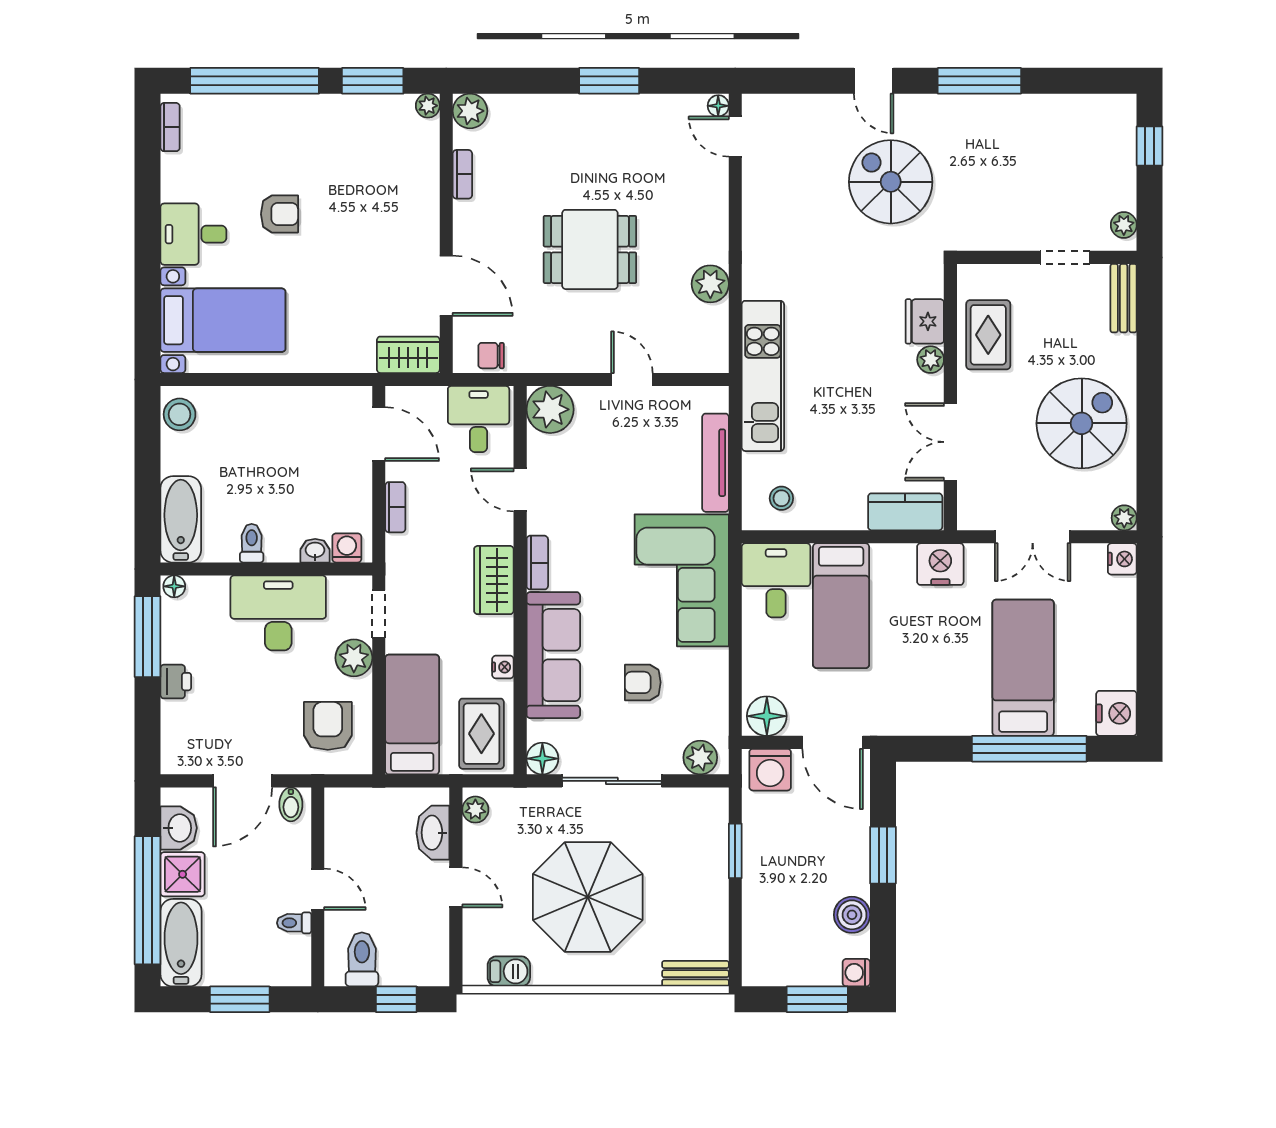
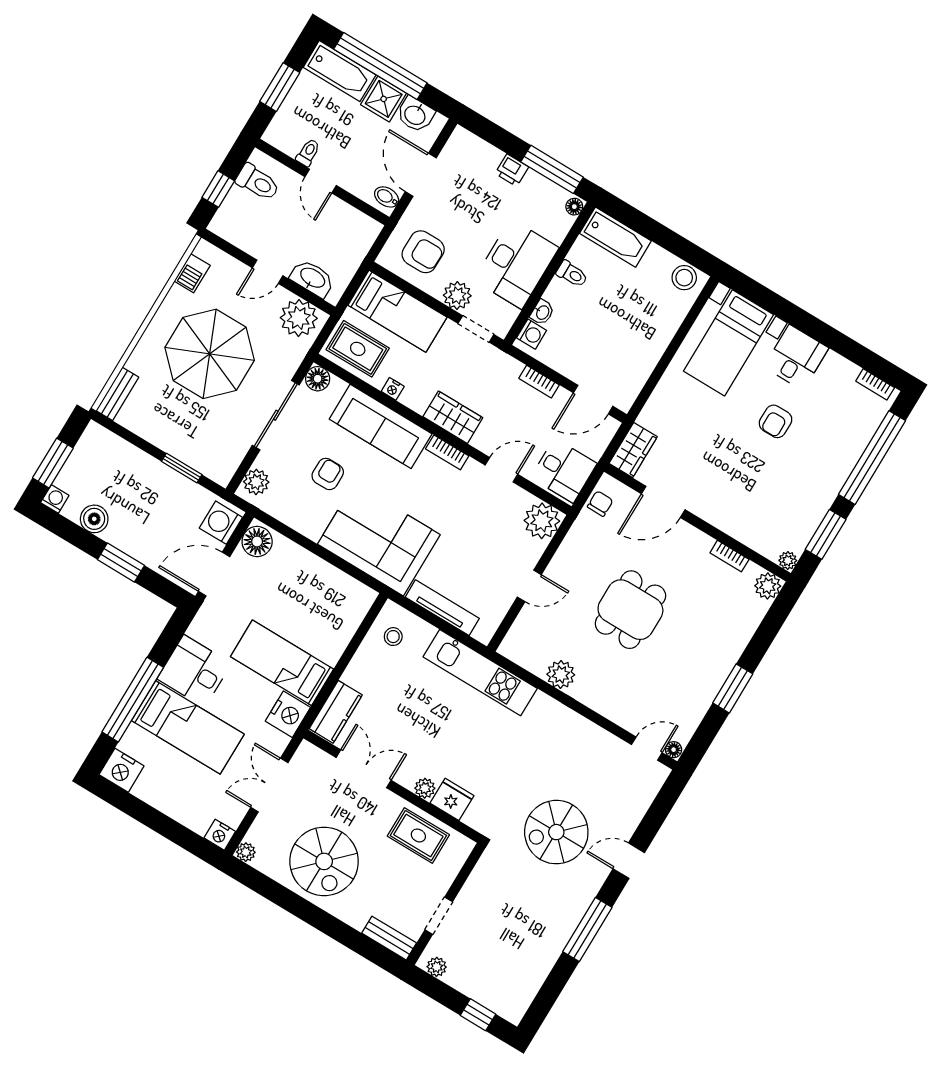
spiral stairs: (891, 182) -> (556, 832), turned 180
desk: (776, 580) -> (194, 671), moved, turned 180
bed: (841, 606) -> (282, 663), moved
plant: (475, 810) -> (299, 318), width x1.88, depth x1.88
door: (318, 889) -> (321, 181), hinge flipped

